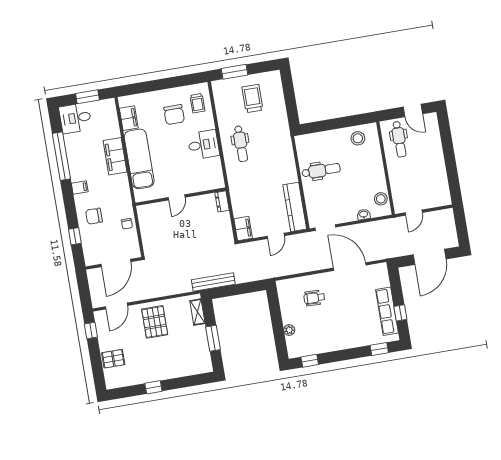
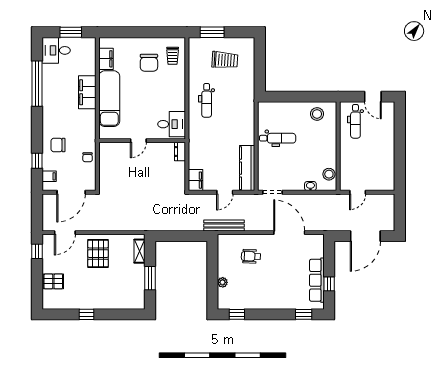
trolley: (252, 98) -> (225, 60), turned 94
desk: (203, 145) -> (172, 124), moved
filing cabinet: (80, 188) -> (49, 176), moved
bench: (213, 282) -> (224, 225), moved

